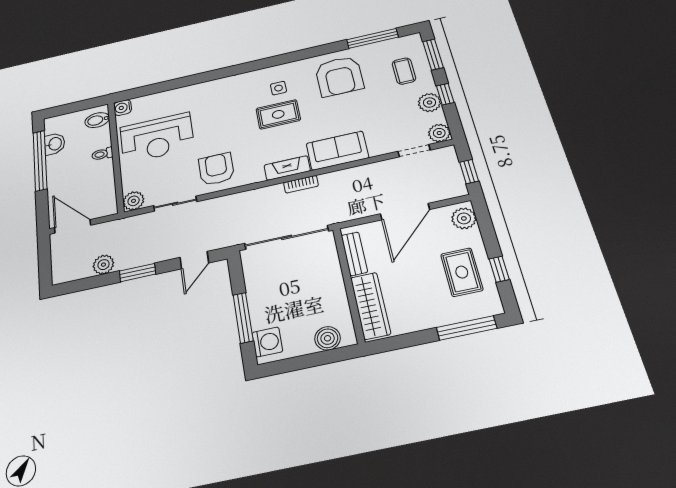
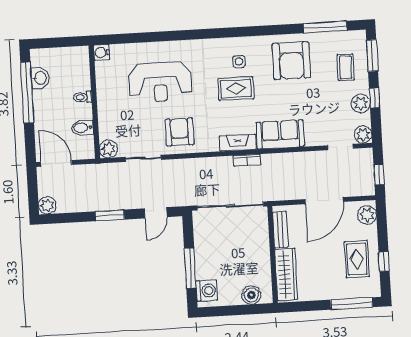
bidet: (97, 120) -> (82, 128), moved
reception desk: (157, 138) -> (160, 82), moved
plant: (103, 265) -> (47, 205), moved

